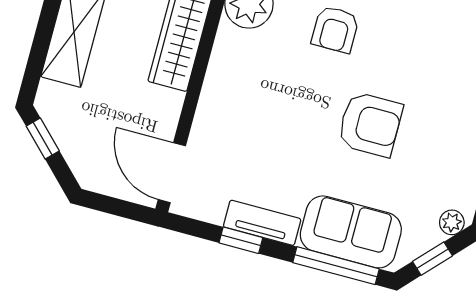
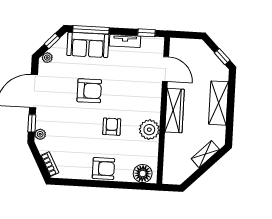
armchair: (370, 124) -> (89, 91), turned 180
door: (172, 173) -> (165, 69), moved
window: (241, 240) -> (147, 33), moved

